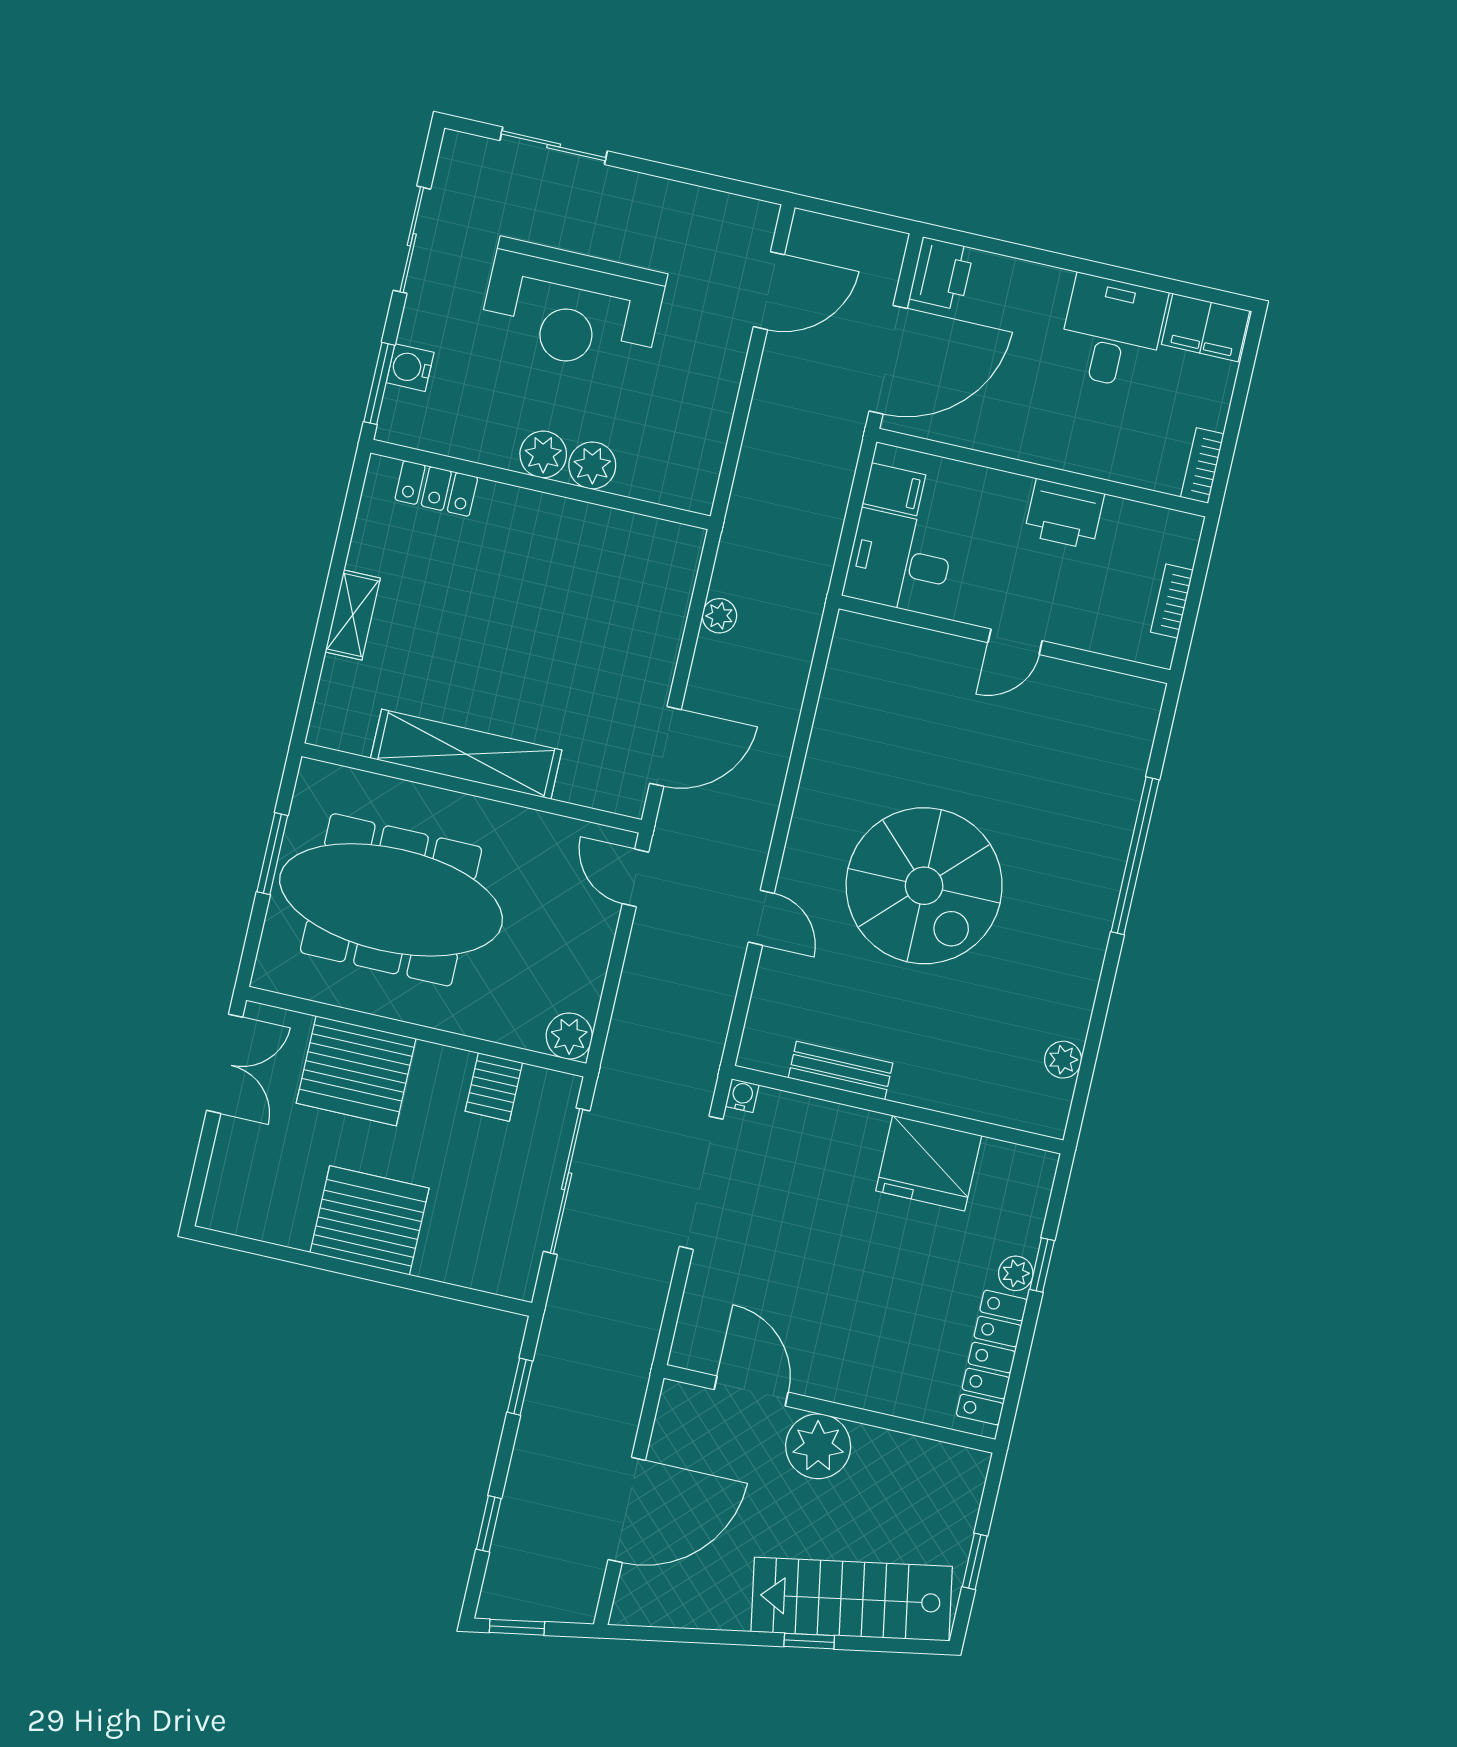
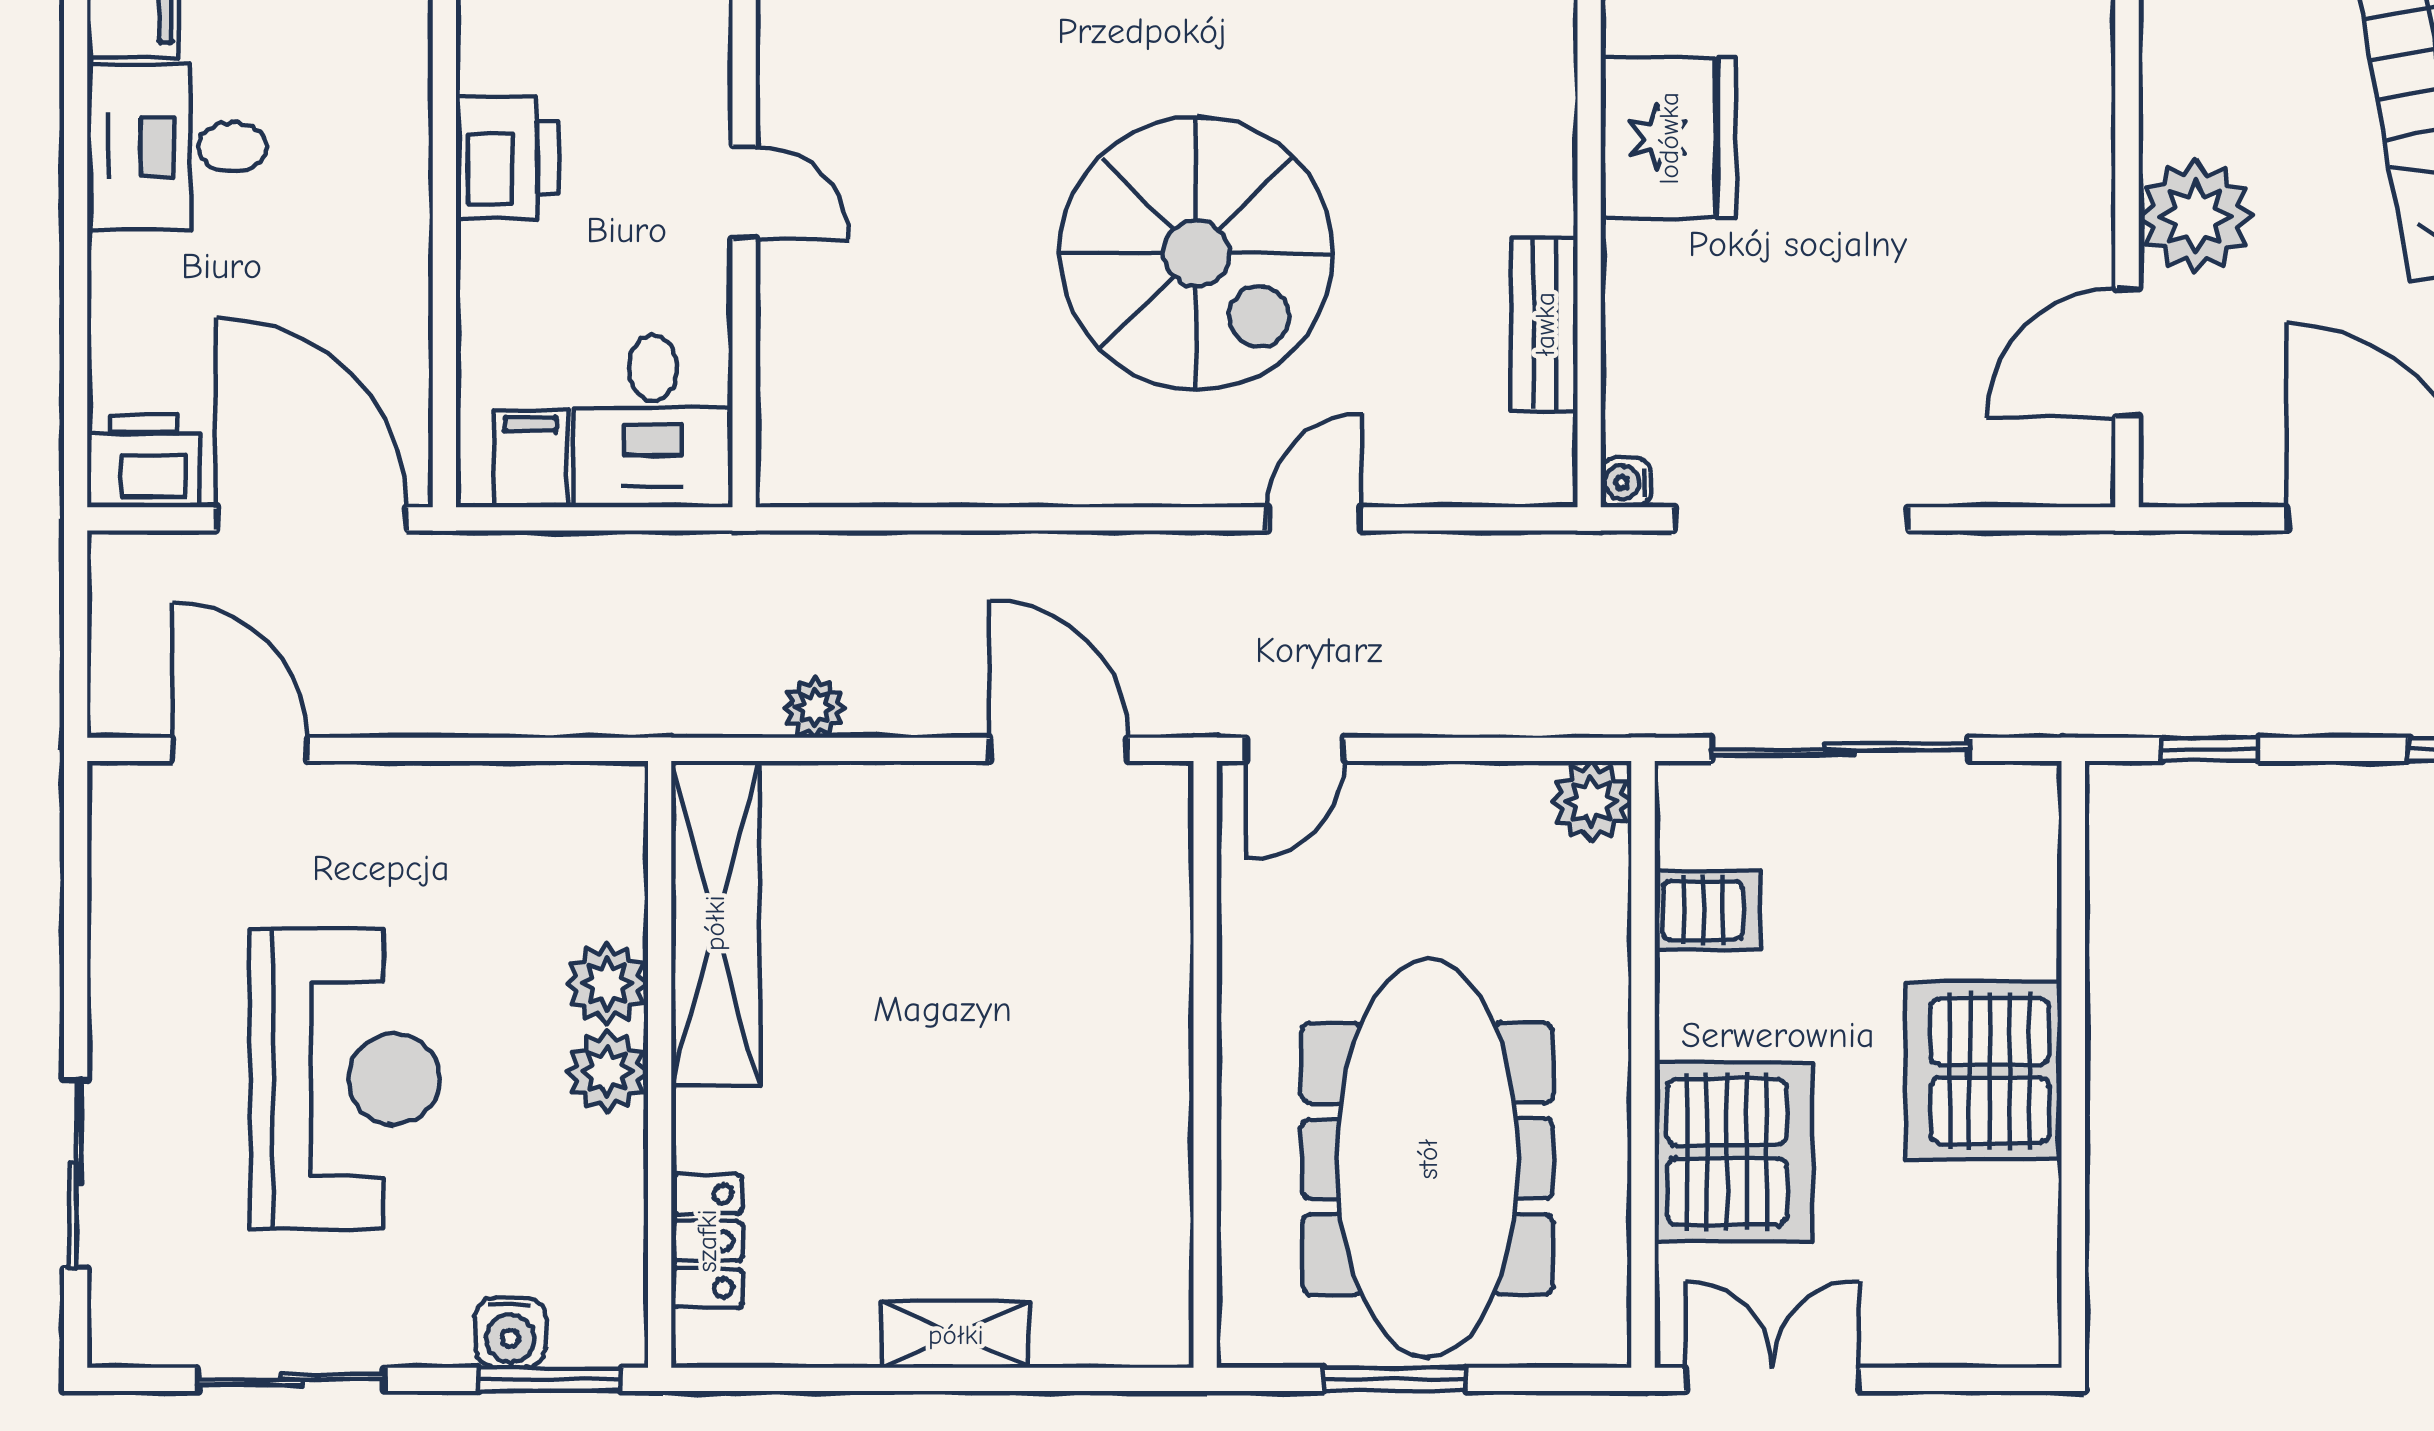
shelving: (466, 754) -> (715, 923), moved
spiral stairs: (924, 886) -> (1196, 253), turned 90

